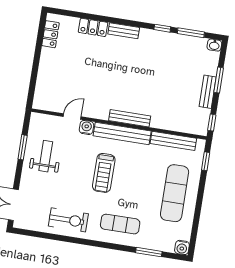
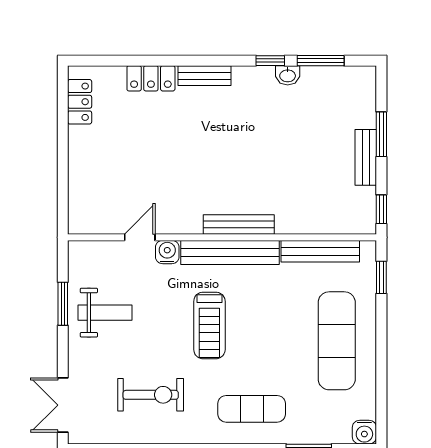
washbasin: (214, 45) -> (288, 75), moved
weight bench: (46, 156) -> (105, 313), turned 90
exercise bike: (68, 220) -> (151, 395), moved

